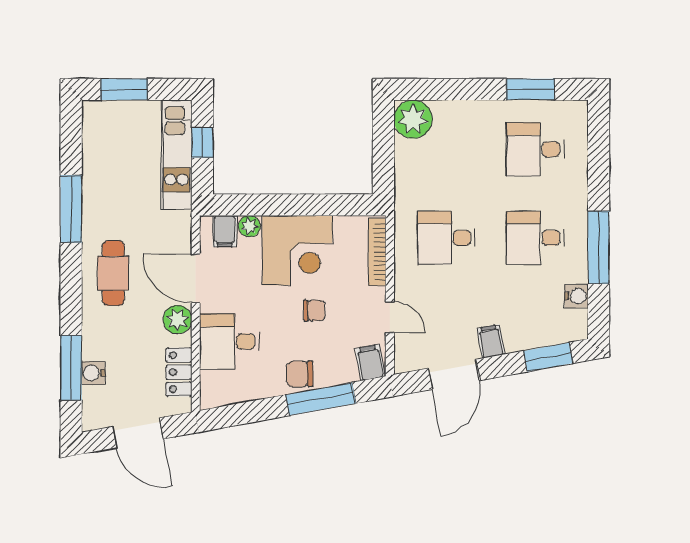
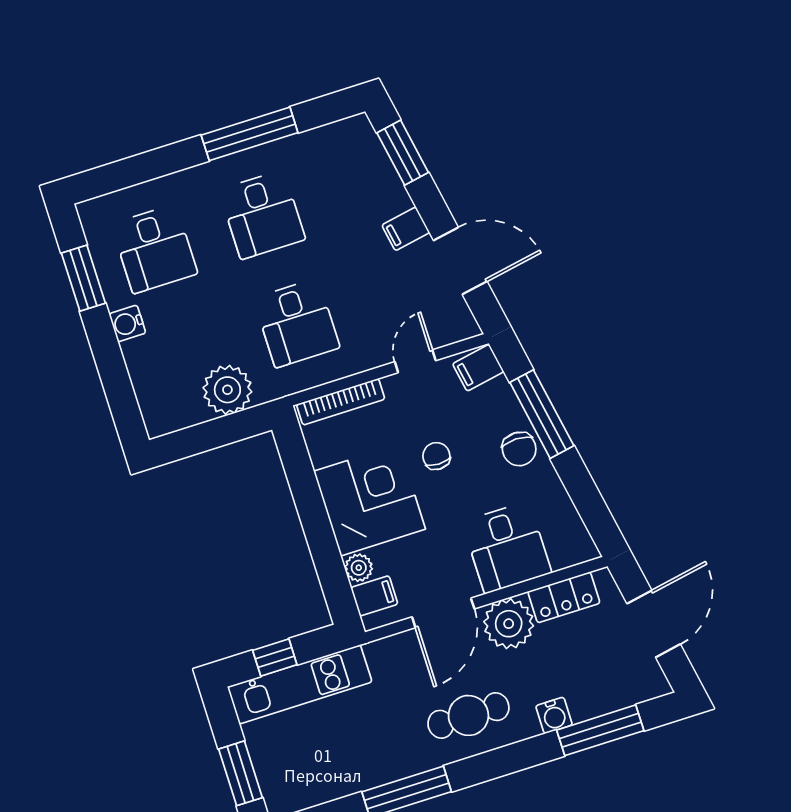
plant: (413, 119) -> (227, 390), moved
water cooler: (576, 296) -> (127, 323), moved, turned -90
plant: (177, 319) -> (509, 624), width x1.36, depth x1.36
water cooler: (93, 373) -> (554, 715), moved

